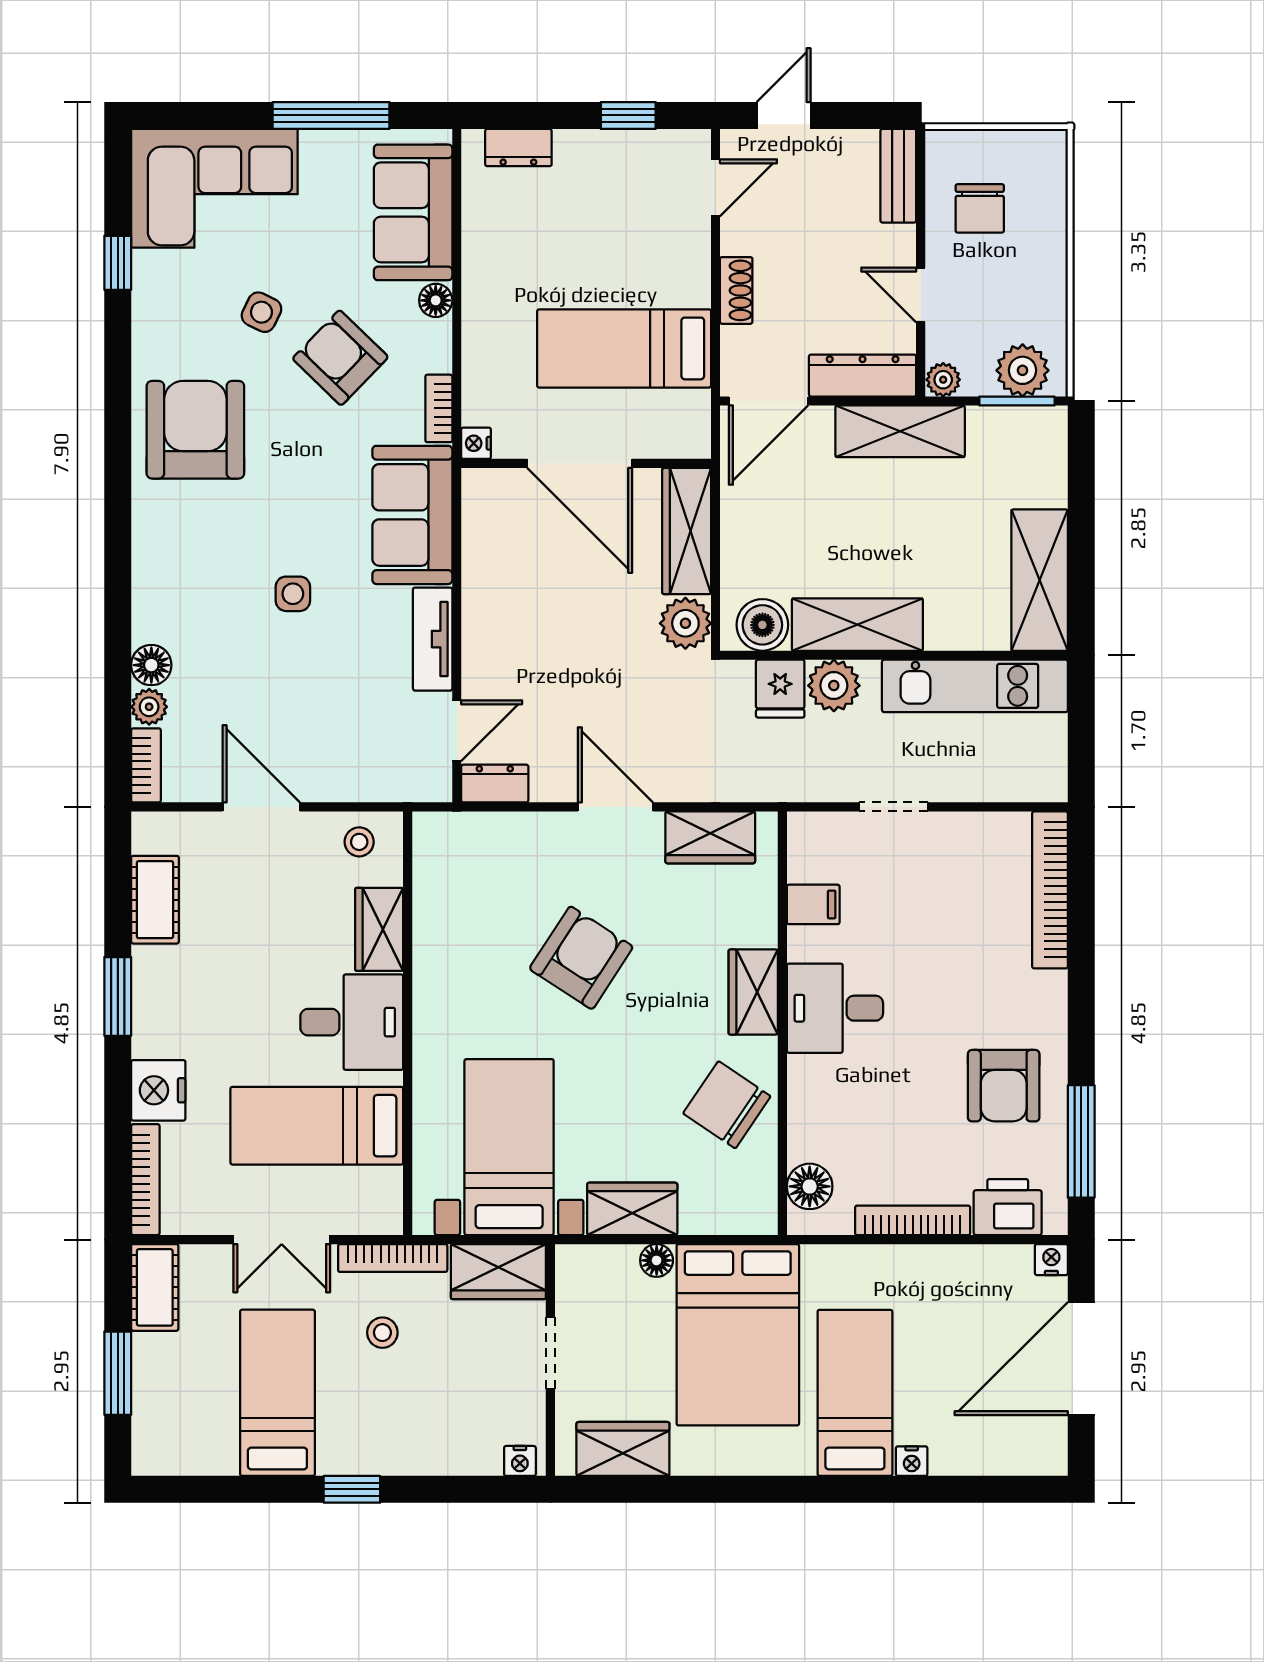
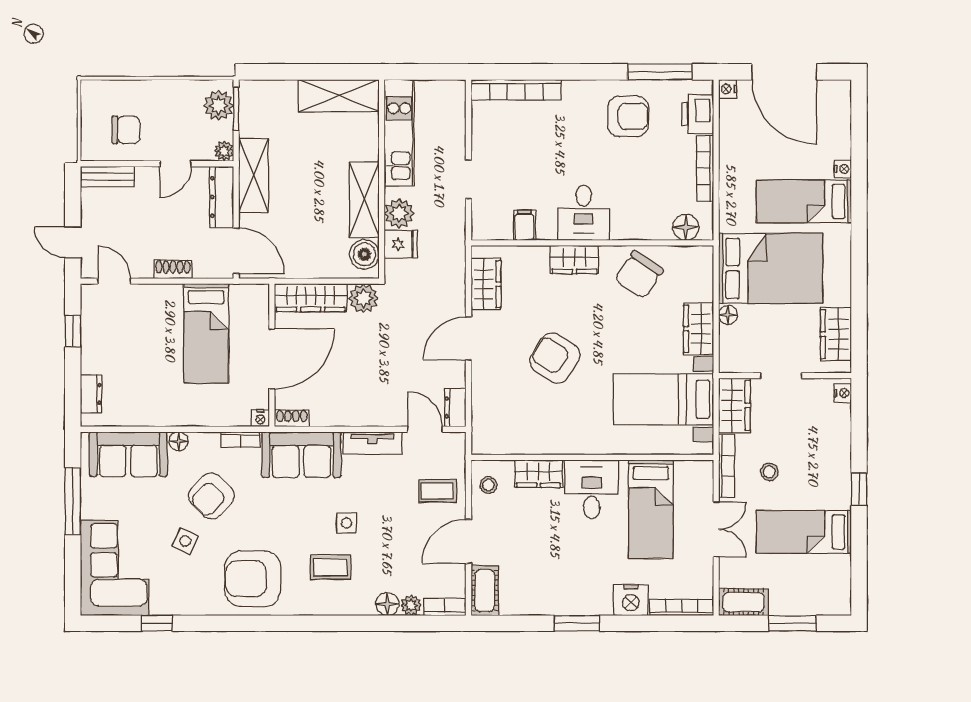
shoe rack: (476, 498) -> (292, 418), added
coffee table: (216, 566) -> (330, 567), added
coffee table: (349, 753) -> (437, 491), added
cot: (155, 900) -> (485, 590), moved, turned 90

